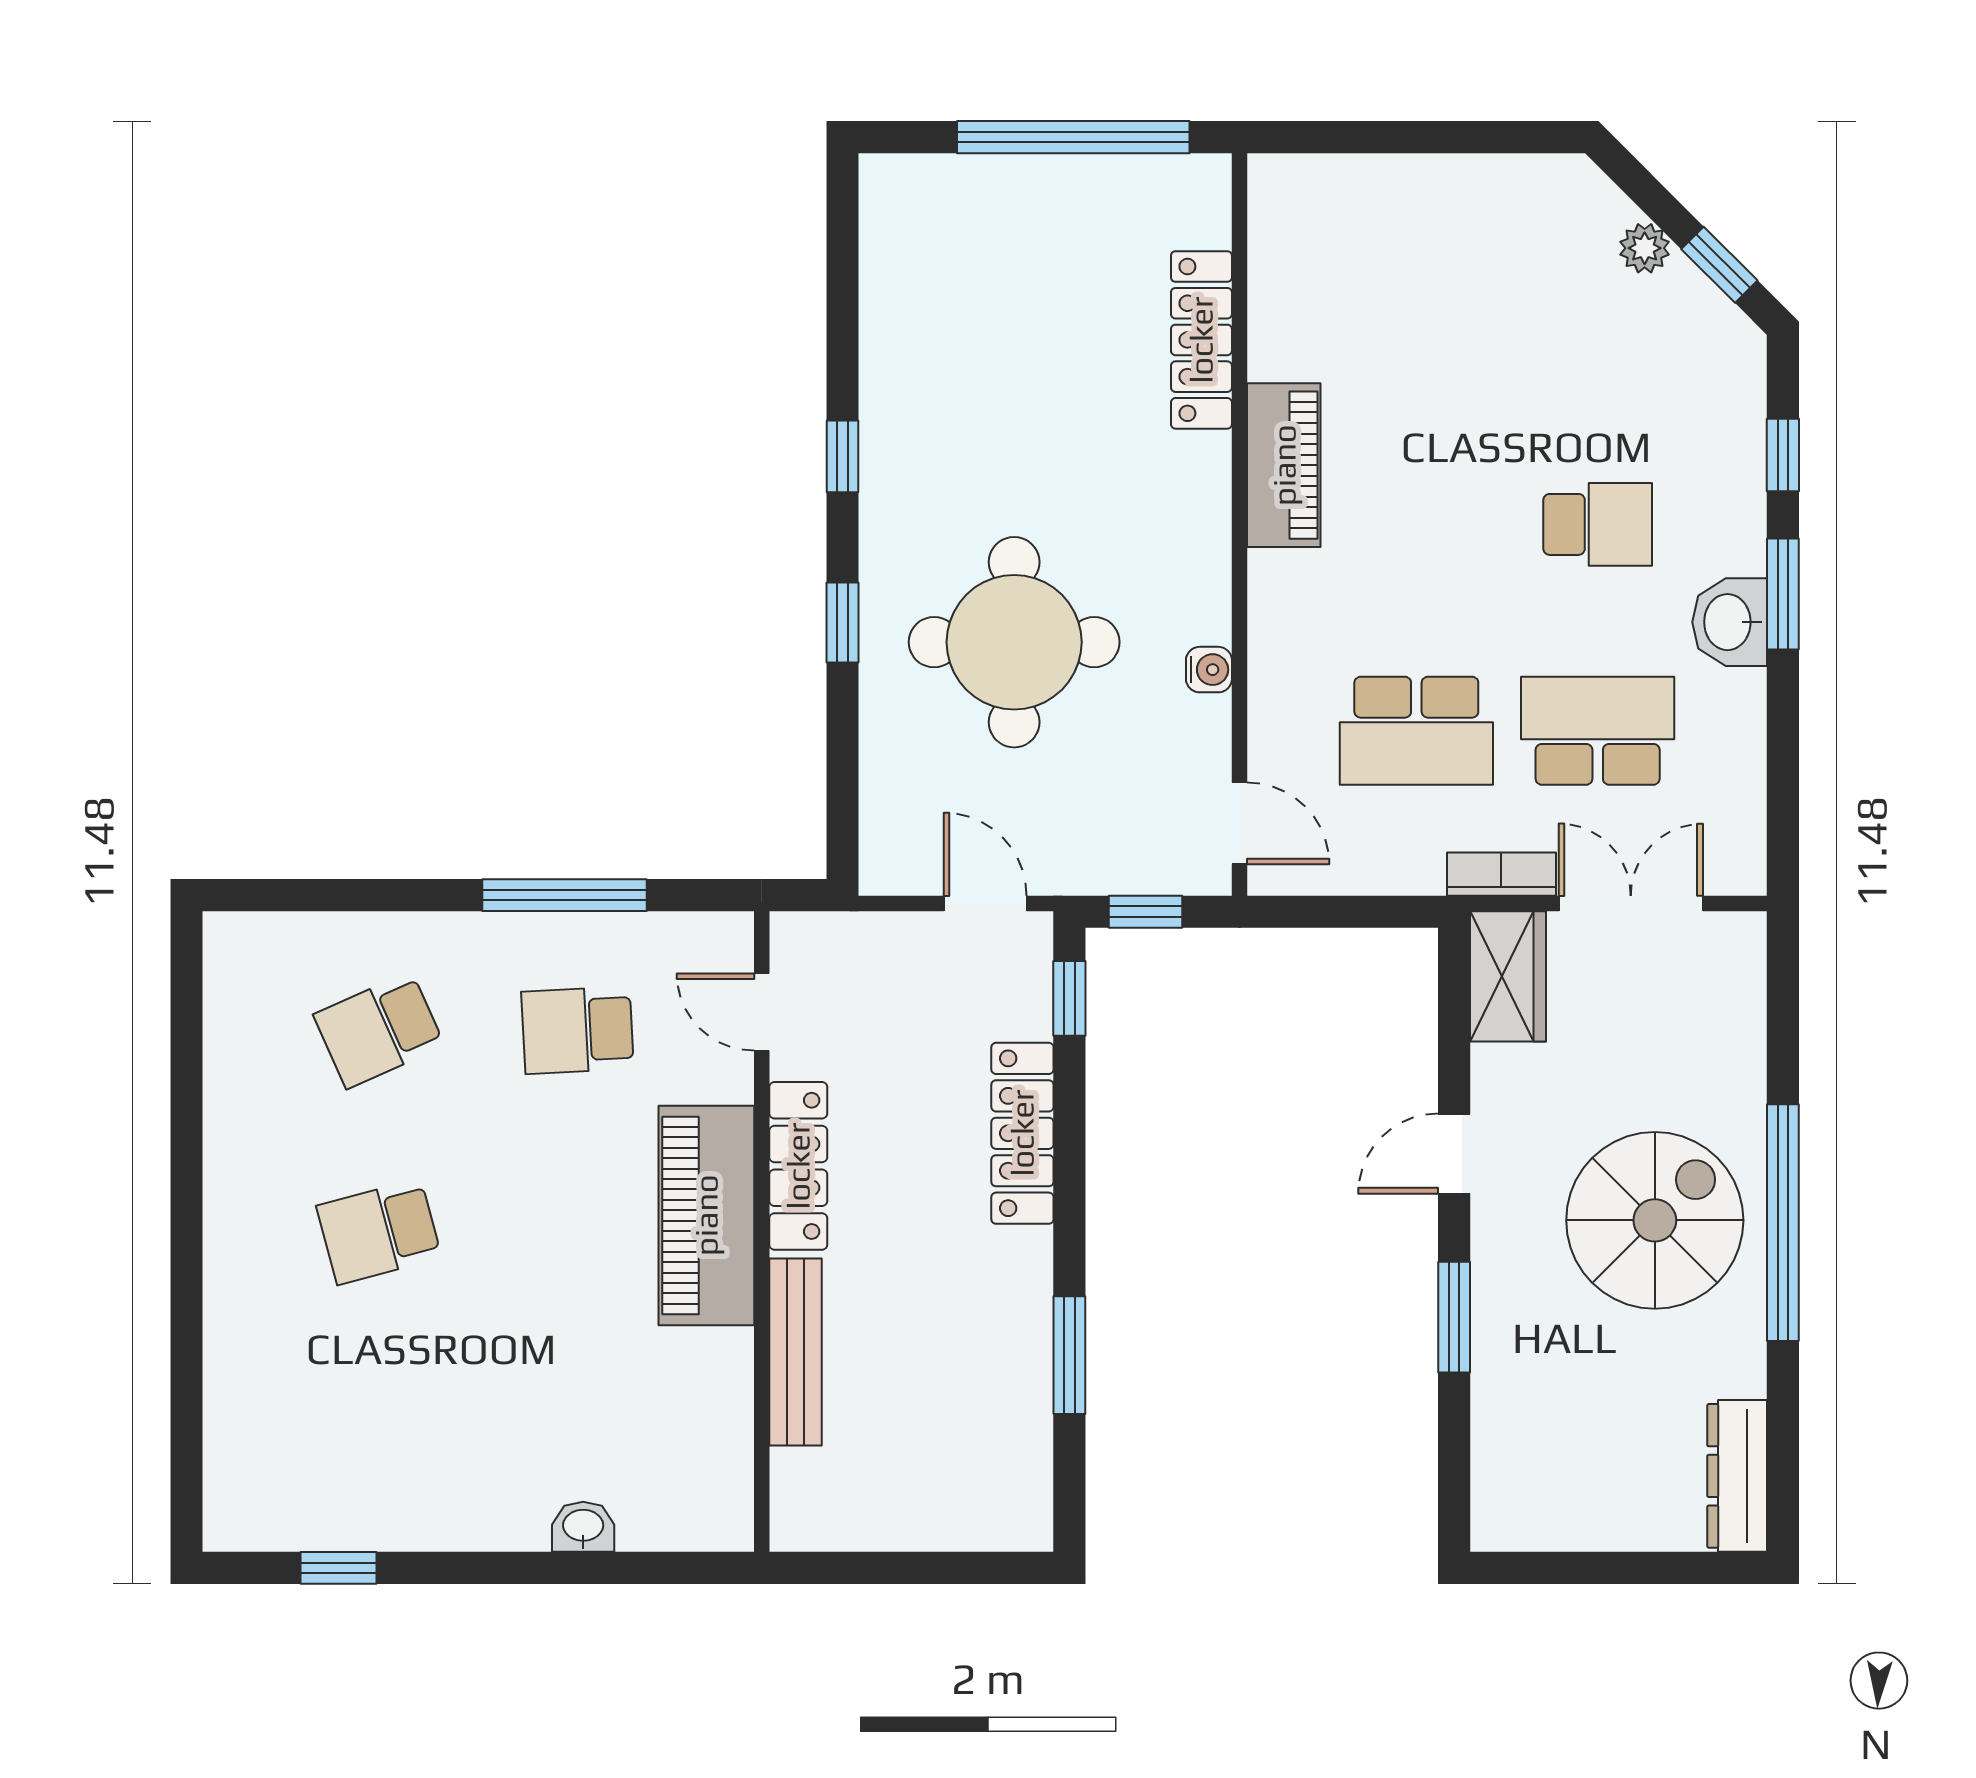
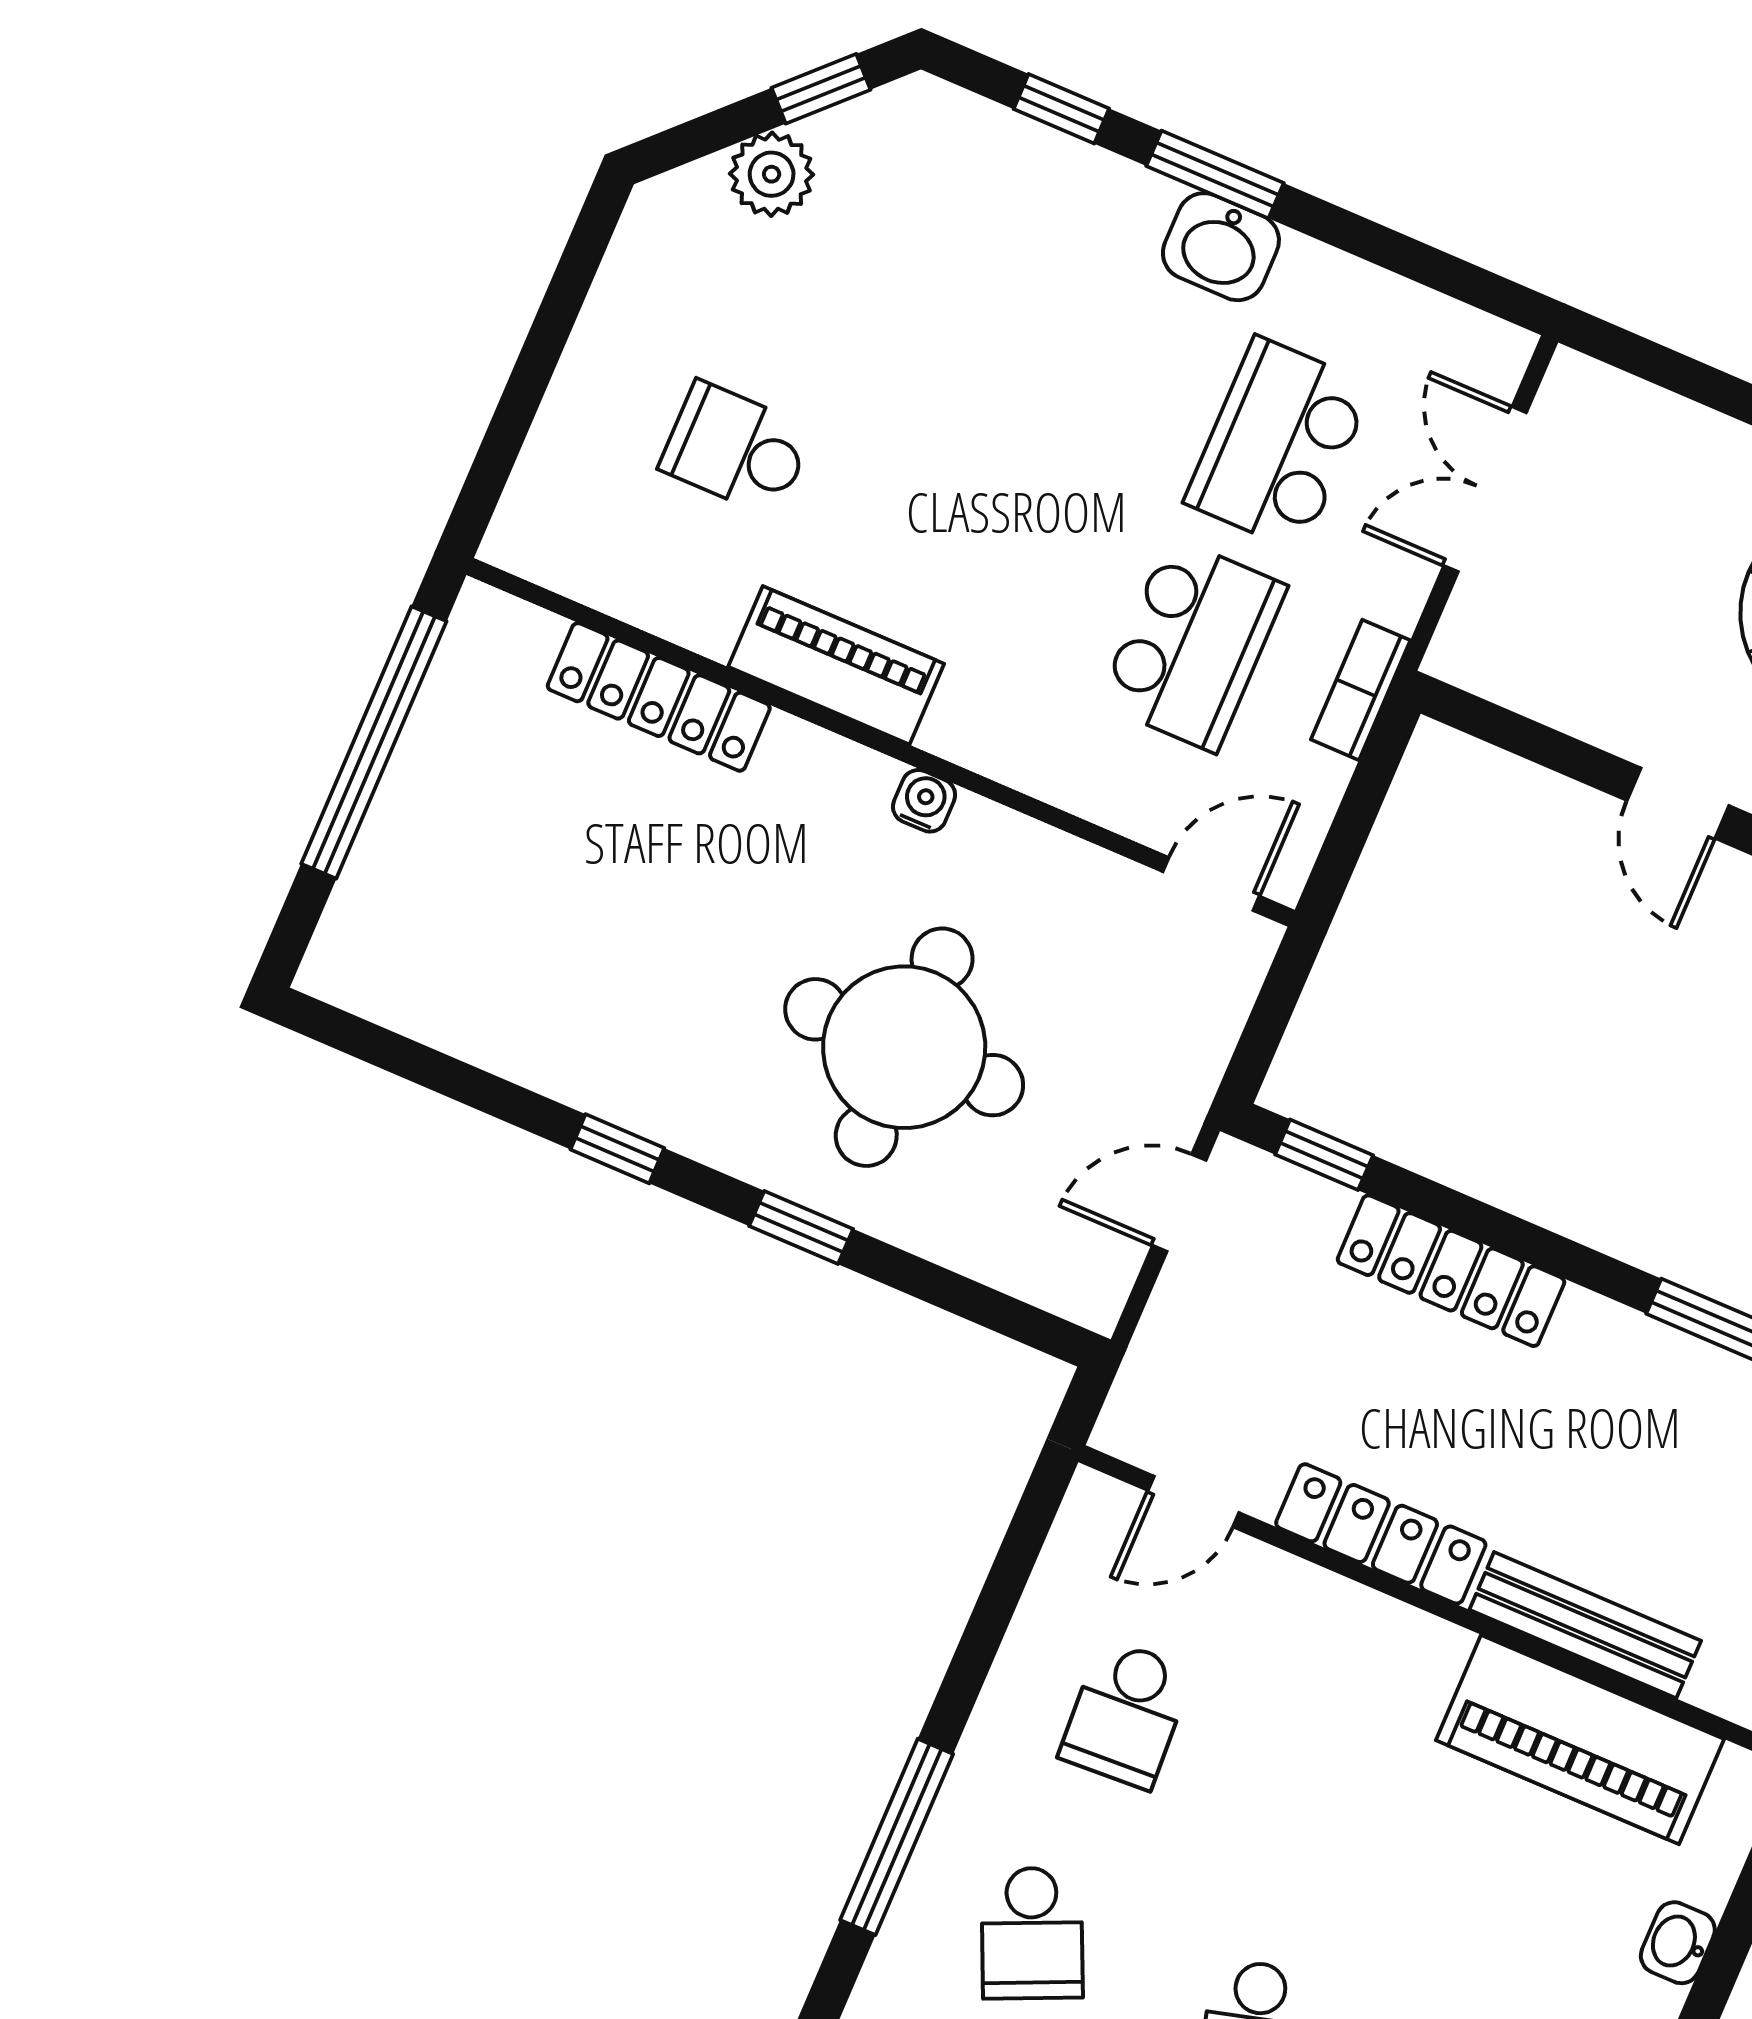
plant: (1645, 248) -> (772, 174), width x1.38, depth x1.38
school desk: (1598, 524) -> (736, 449), moved, turned -90
water cooler: (1209, 670) -> (924, 801), moved
bookcase: (1501, 874) -> (1361, 690), moved
window: (564, 895) -> (897, 1837), moved
window: (1146, 912) -> (1264, 1030), removed
wardrobe: (1508, 976) -> (1508, 660), removed
piano: (706, 1215) -> (1580, 1740), moved

